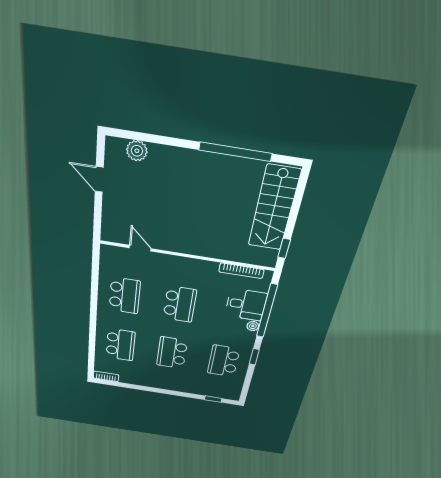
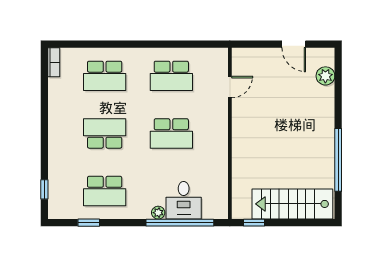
door: (99, 179) -> (294, 44), swing flipped
bookcase: (241, 271) -> (223, 188), removed
window: (254, 357) -> (89, 223), moved
school desk: (224, 361) -> (105, 191), turned 180

